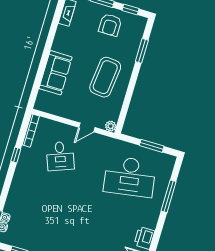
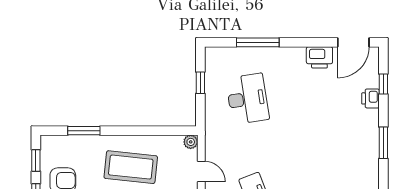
window: (152, 146) -> (200, 83), width x0.67
desk: (130, 177) -> (247, 99), width x0.73, depth x0.77

